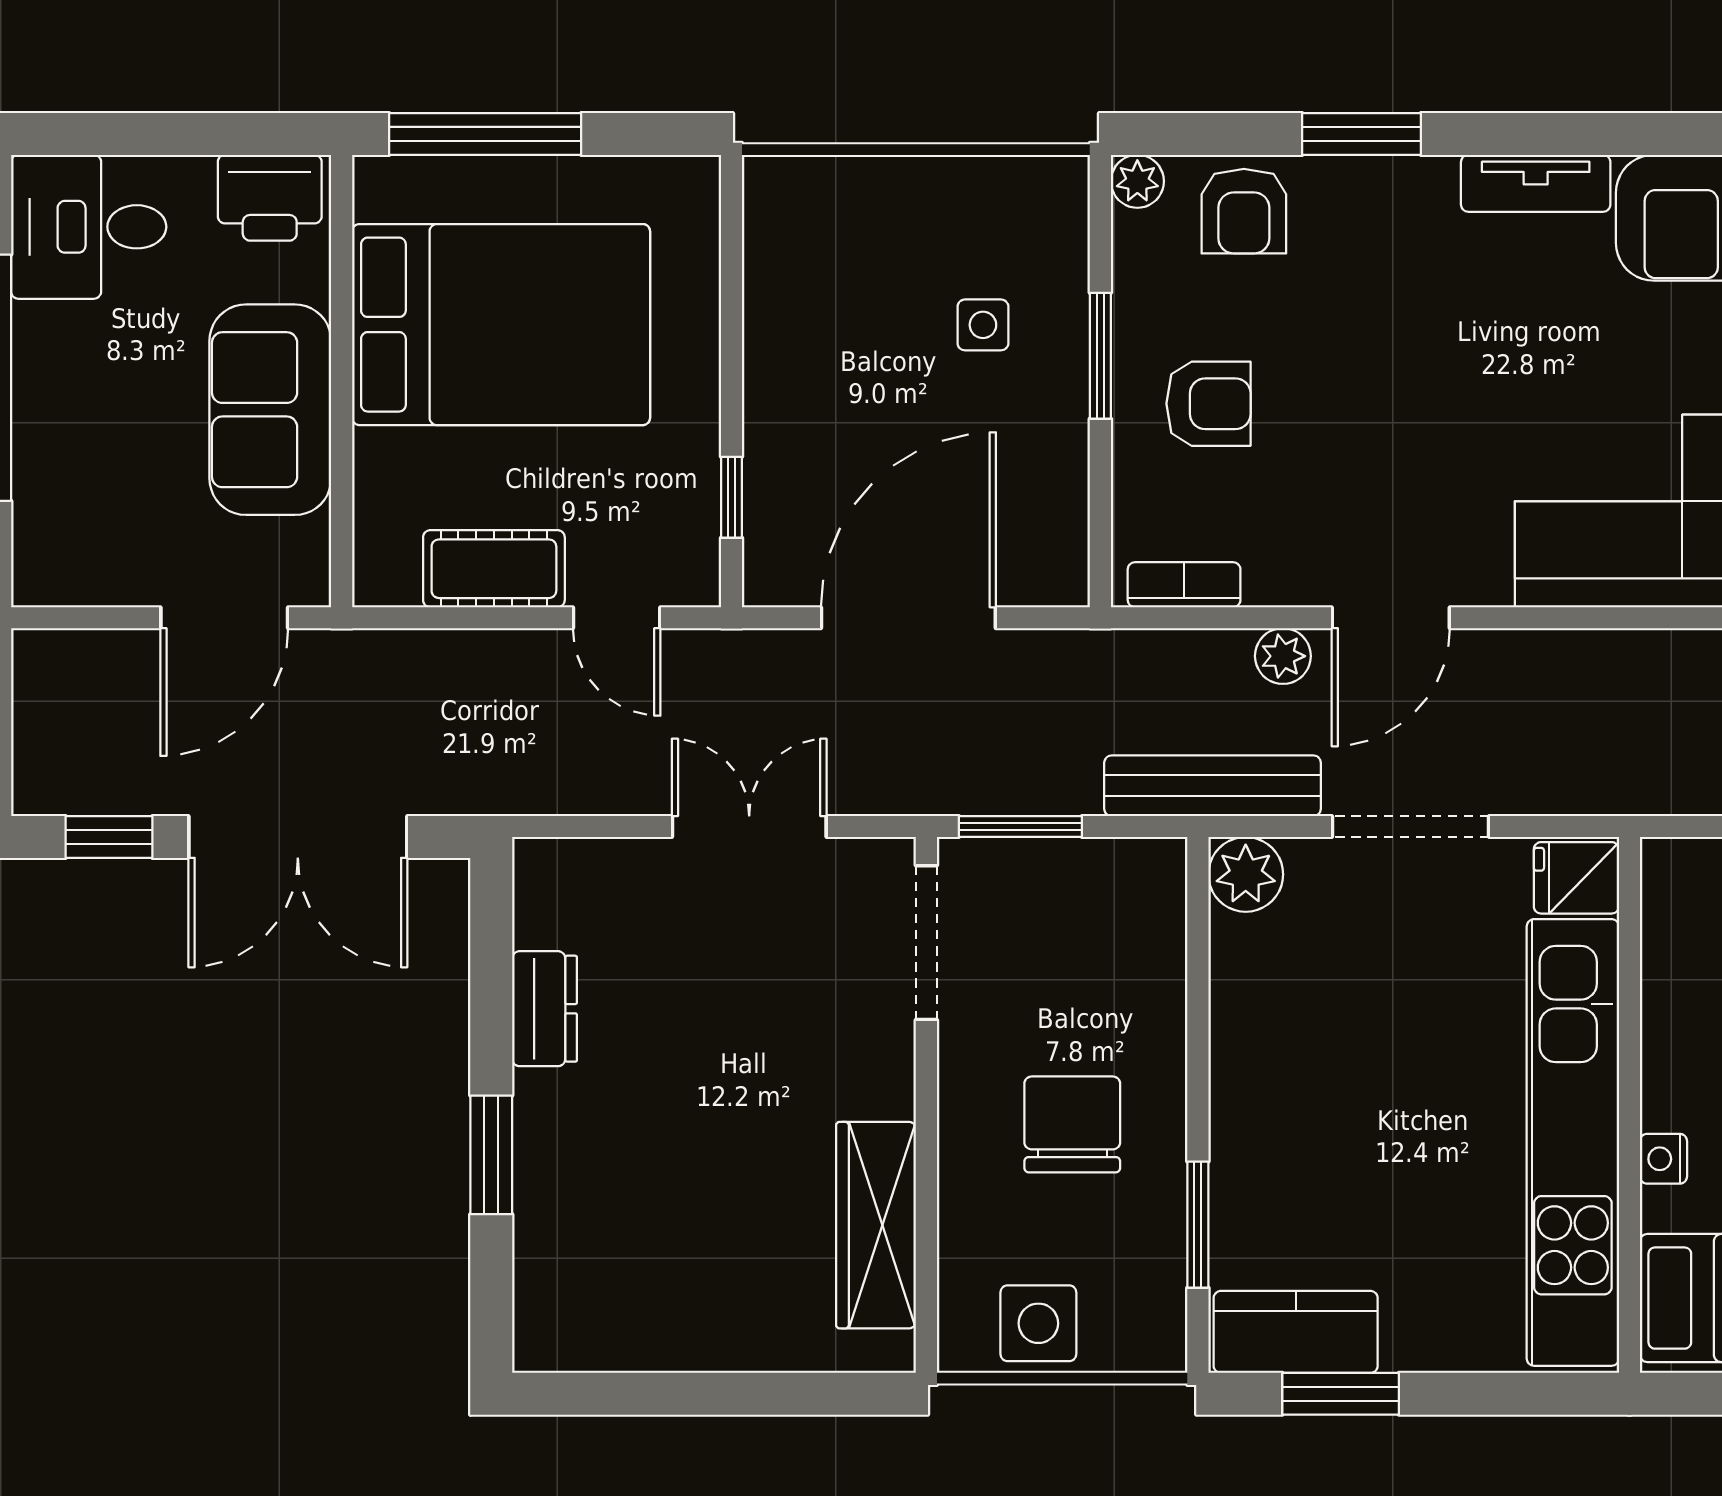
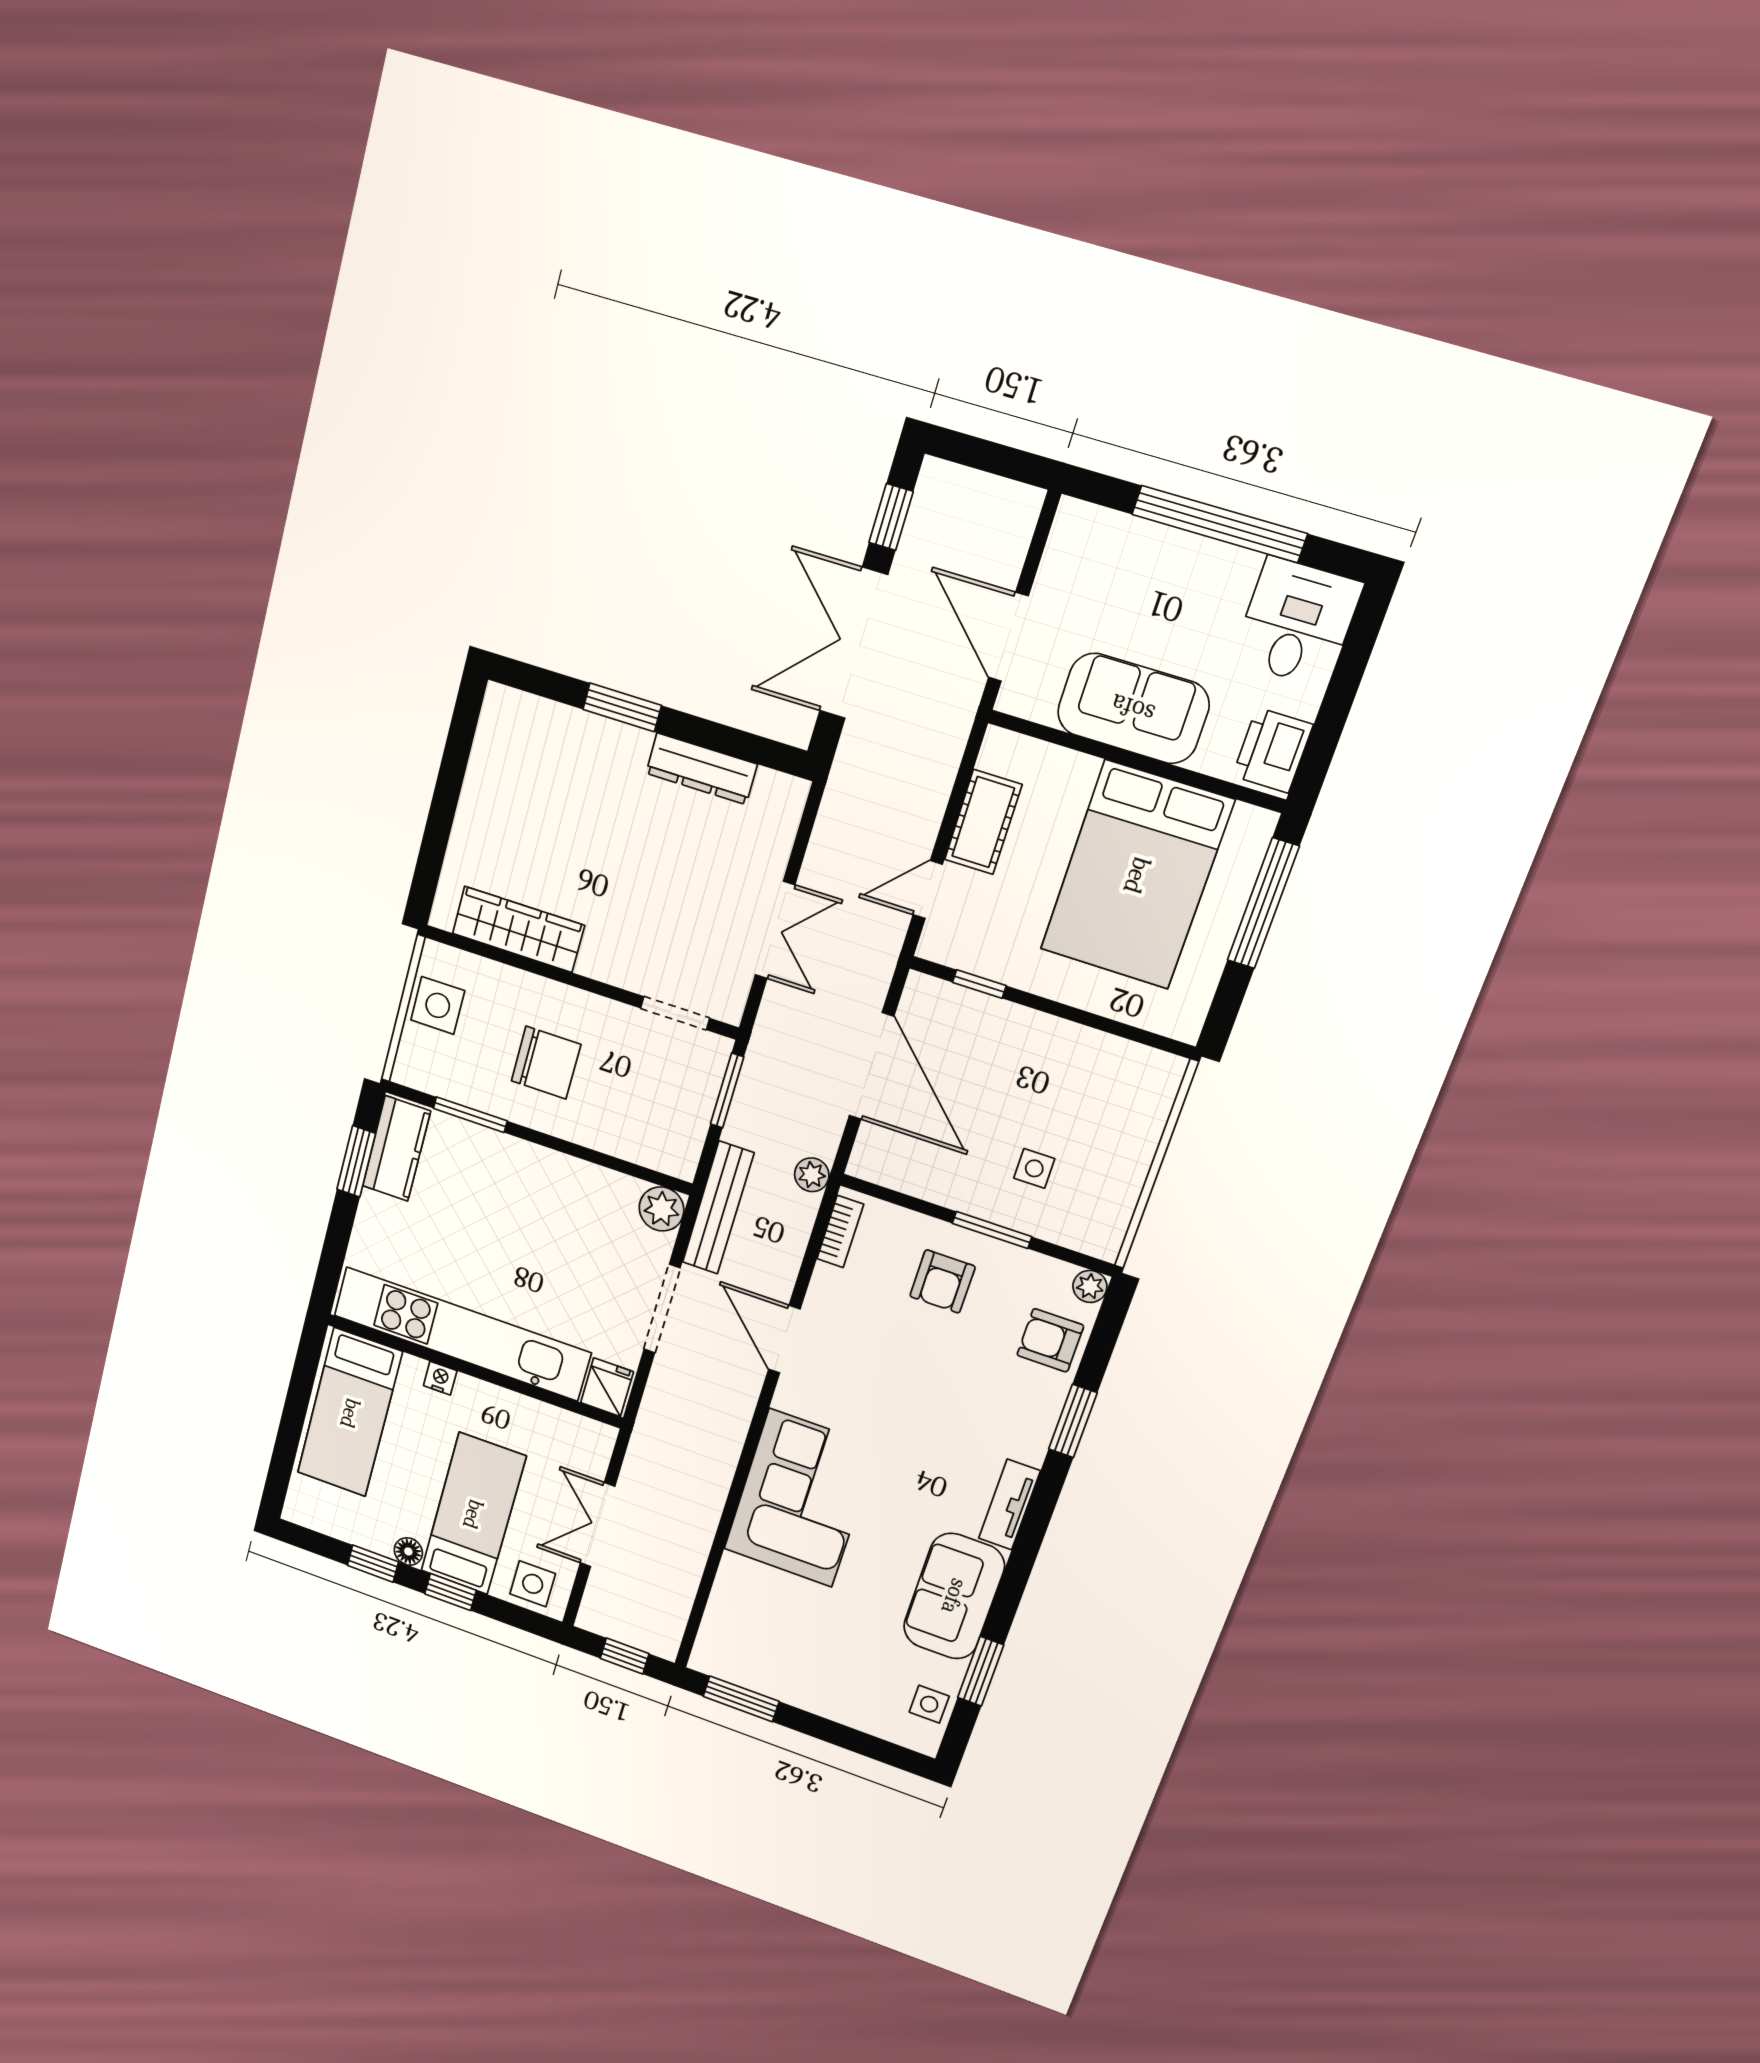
plant: (1283, 656) -> (812, 1175), moved
doorway: (926, 943) -> (675, 1013), width x0.73
dresser: (545, 1009) -> (701, 769), width x1.44

